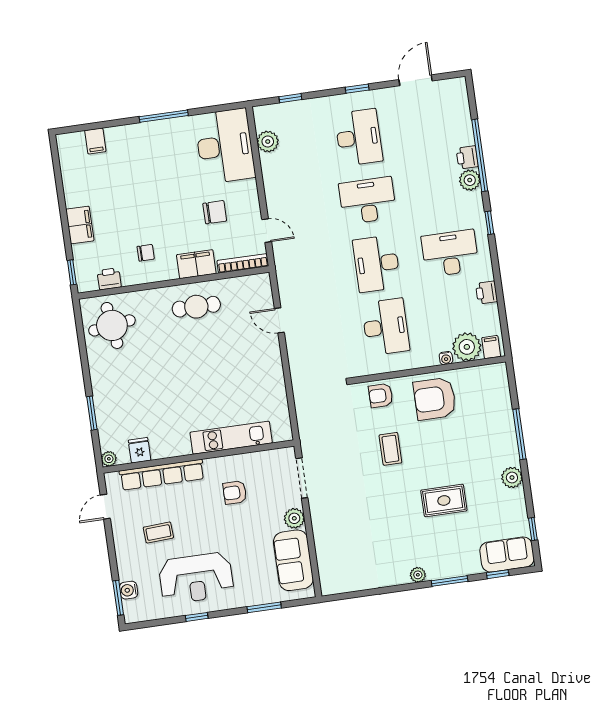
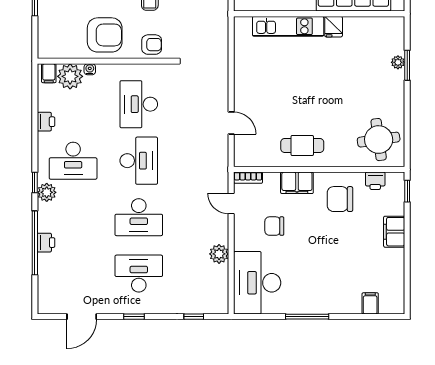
desk: (359, 137) -> (139, 274), turned 90
plant: (268, 142) -> (219, 254), moved
plant: (470, 180) -> (47, 192), moved
chair: (146, 253) -> (340, 199), width x1.87, depth x1.87
bookcase: (243, 263) -> (248, 178), width x0.64
fridge: (140, 450) -> (334, 27), moved
plant: (109, 459) -> (398, 62), moved

